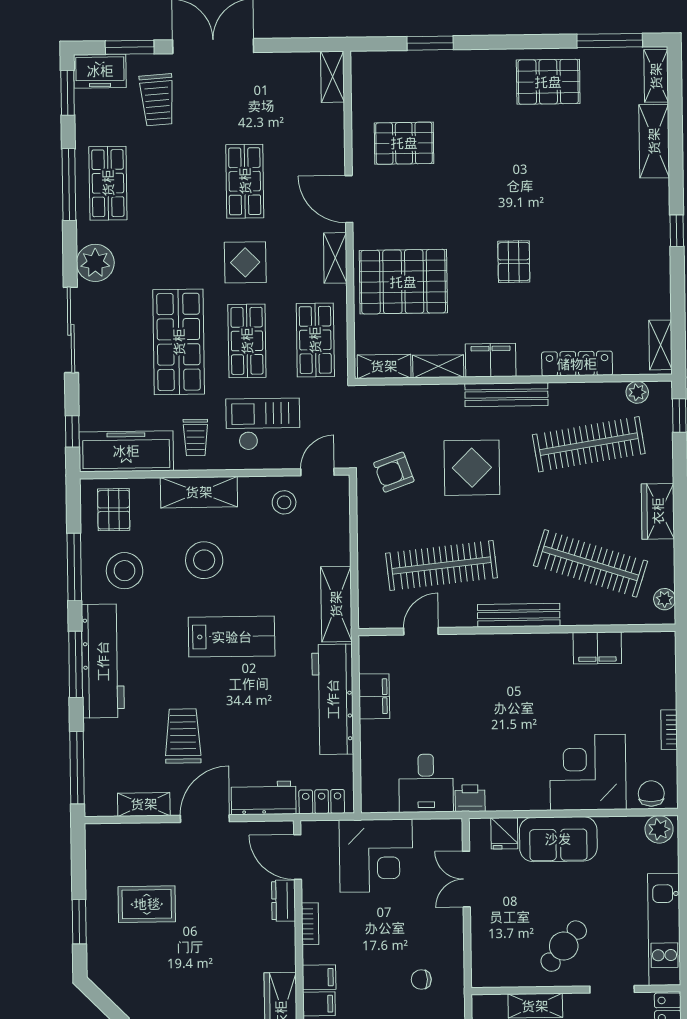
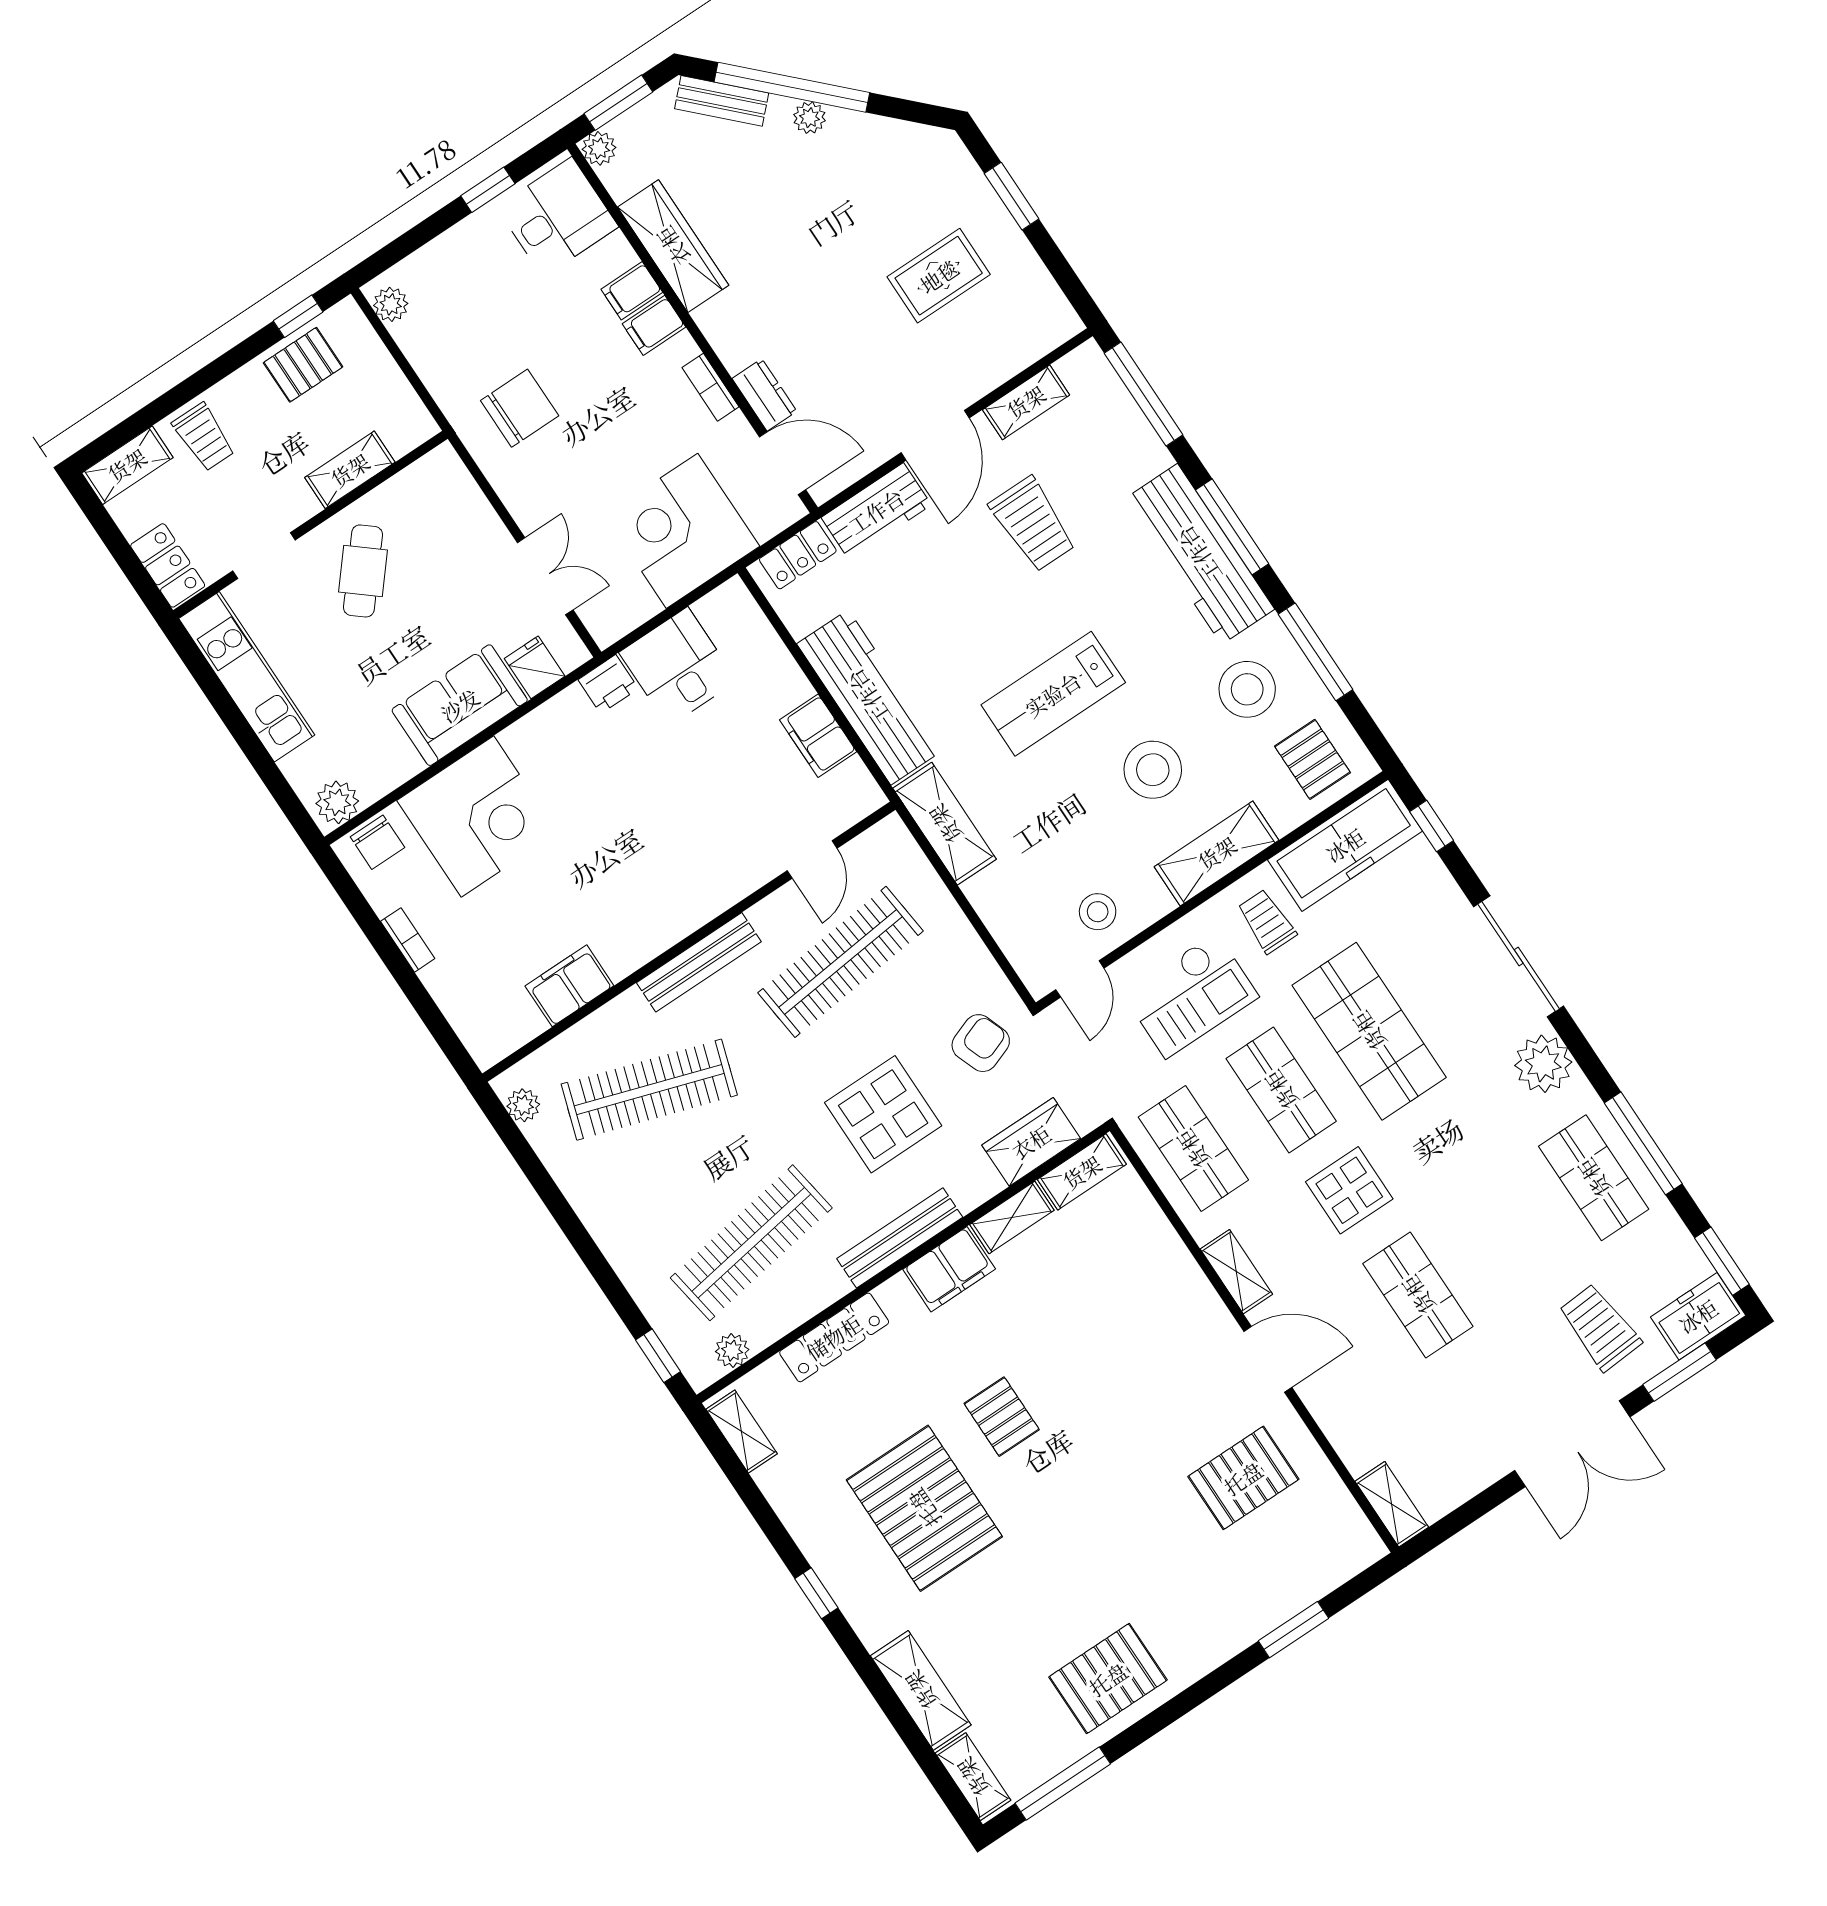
pallet: (403, 282) -> (924, 1508), moved, turned 90
wardrobe: (658, 511) -> (1031, 1142), moved, turned -90
chair: (421, 980) -> (520, 408), width x1.87, depth x1.87

